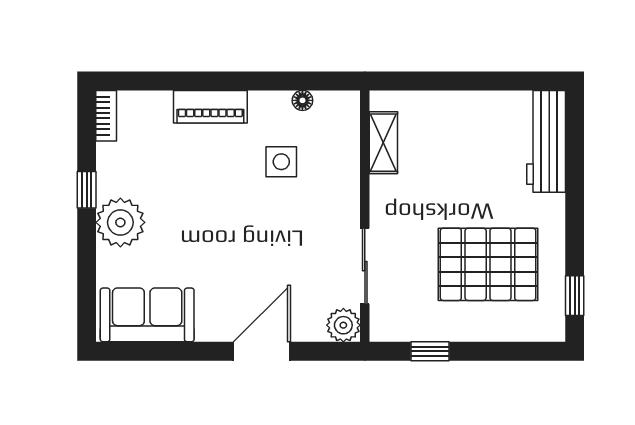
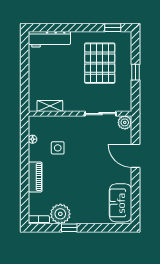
plant: (120, 222) -> (60, 214), moved
window: (430, 351) -> (135, 72), moved

